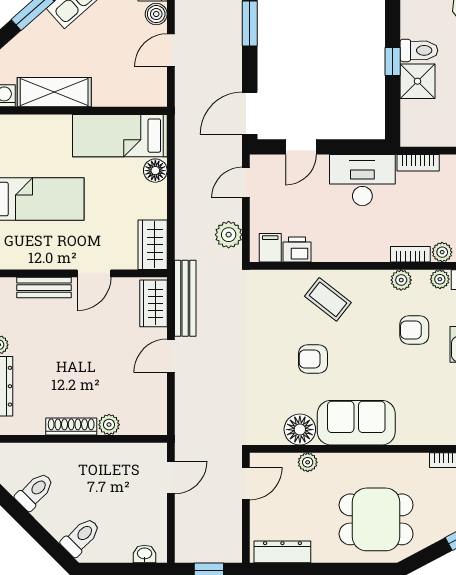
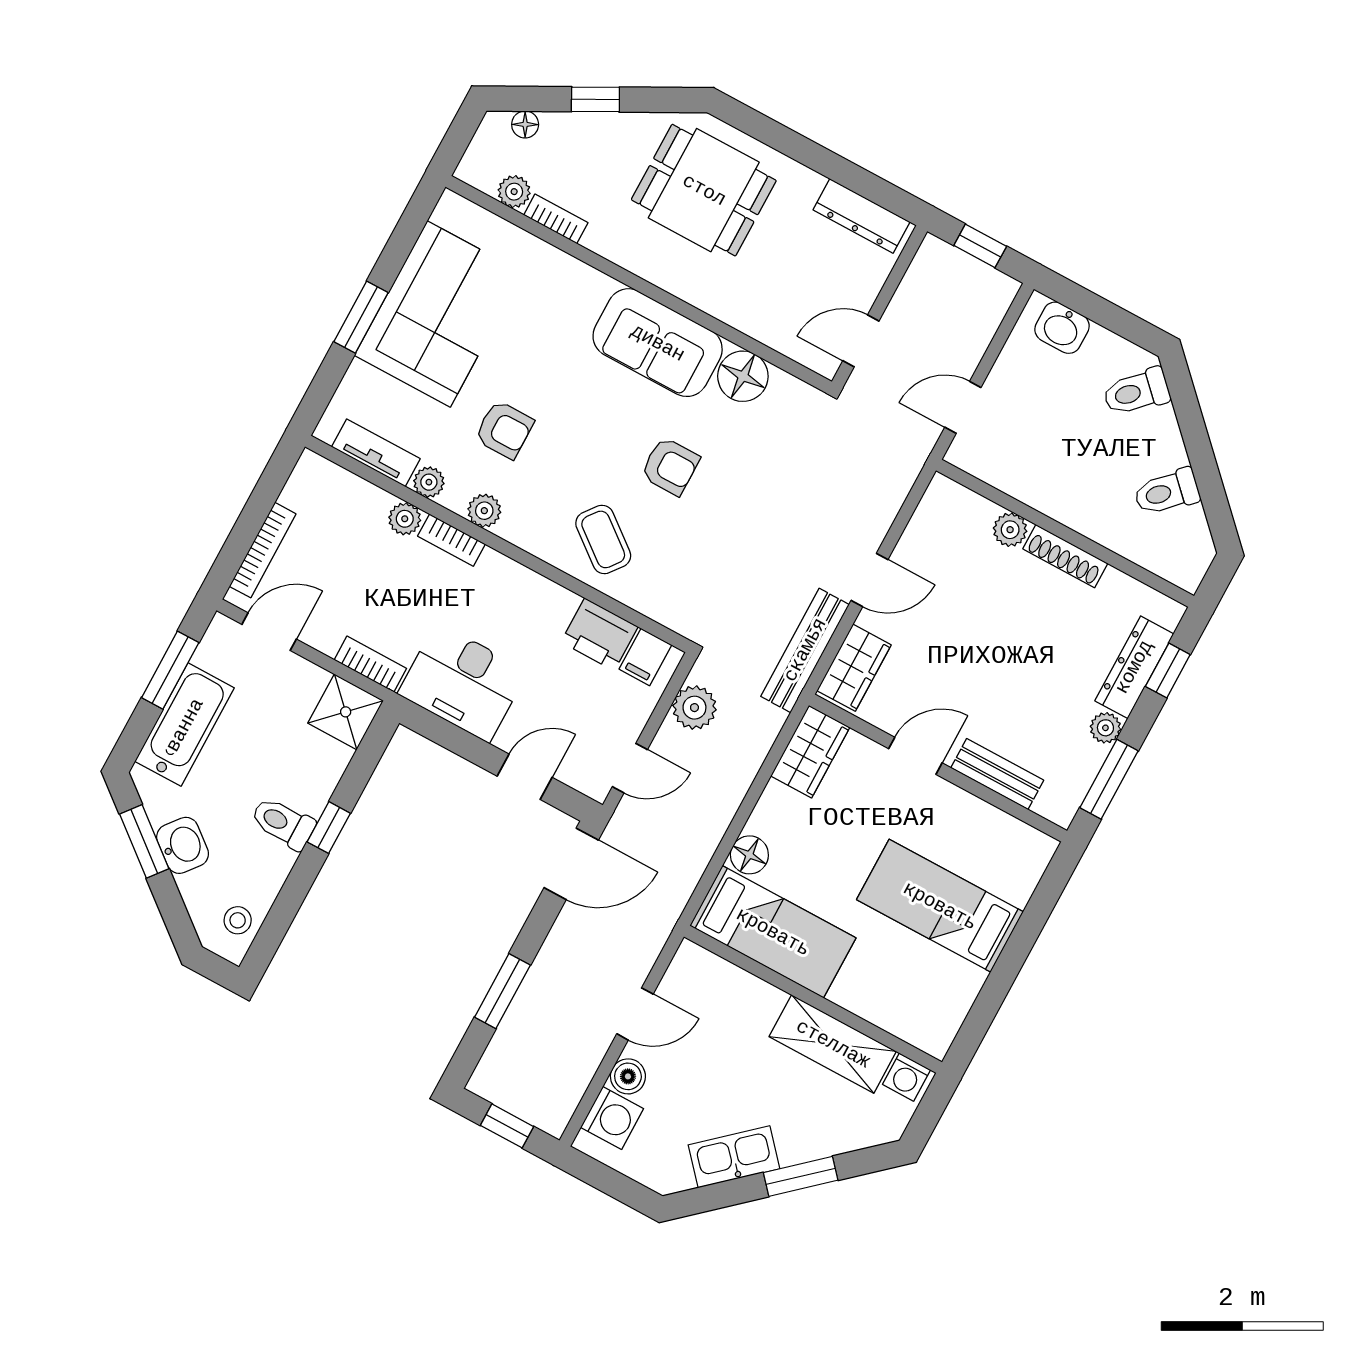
shower: (417, 81) -> (346, 712), moved
printer: (297, 250) -> (599, 634), width x1.36, depth x1.24
plant: (308, 462) -> (757, 324), removed
washbasin: (145, 554) -> (1062, 328), width x1.38, depth x1.45

